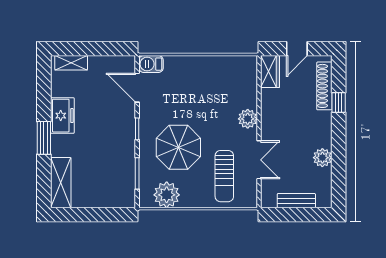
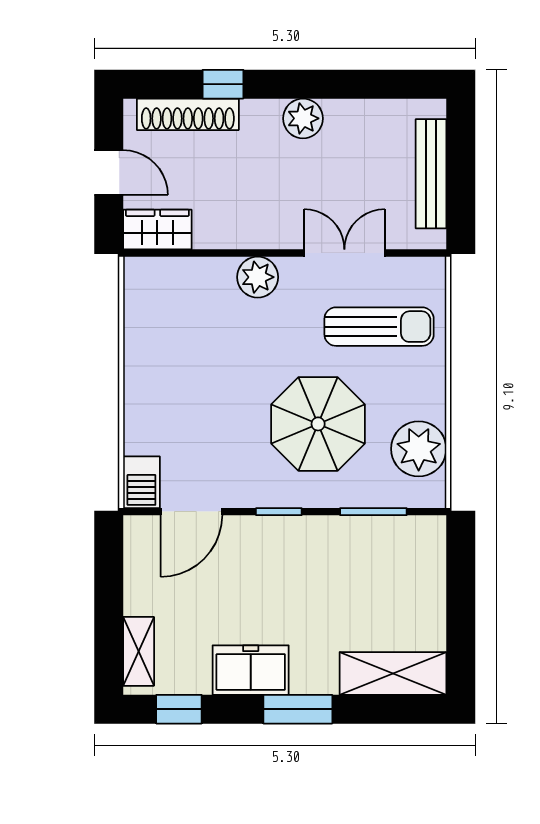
window: (44, 82) -> (179, 709), added
plant: (322, 158) -> (303, 118), moved
bench: (296, 201) -> (431, 174), width x1.36

